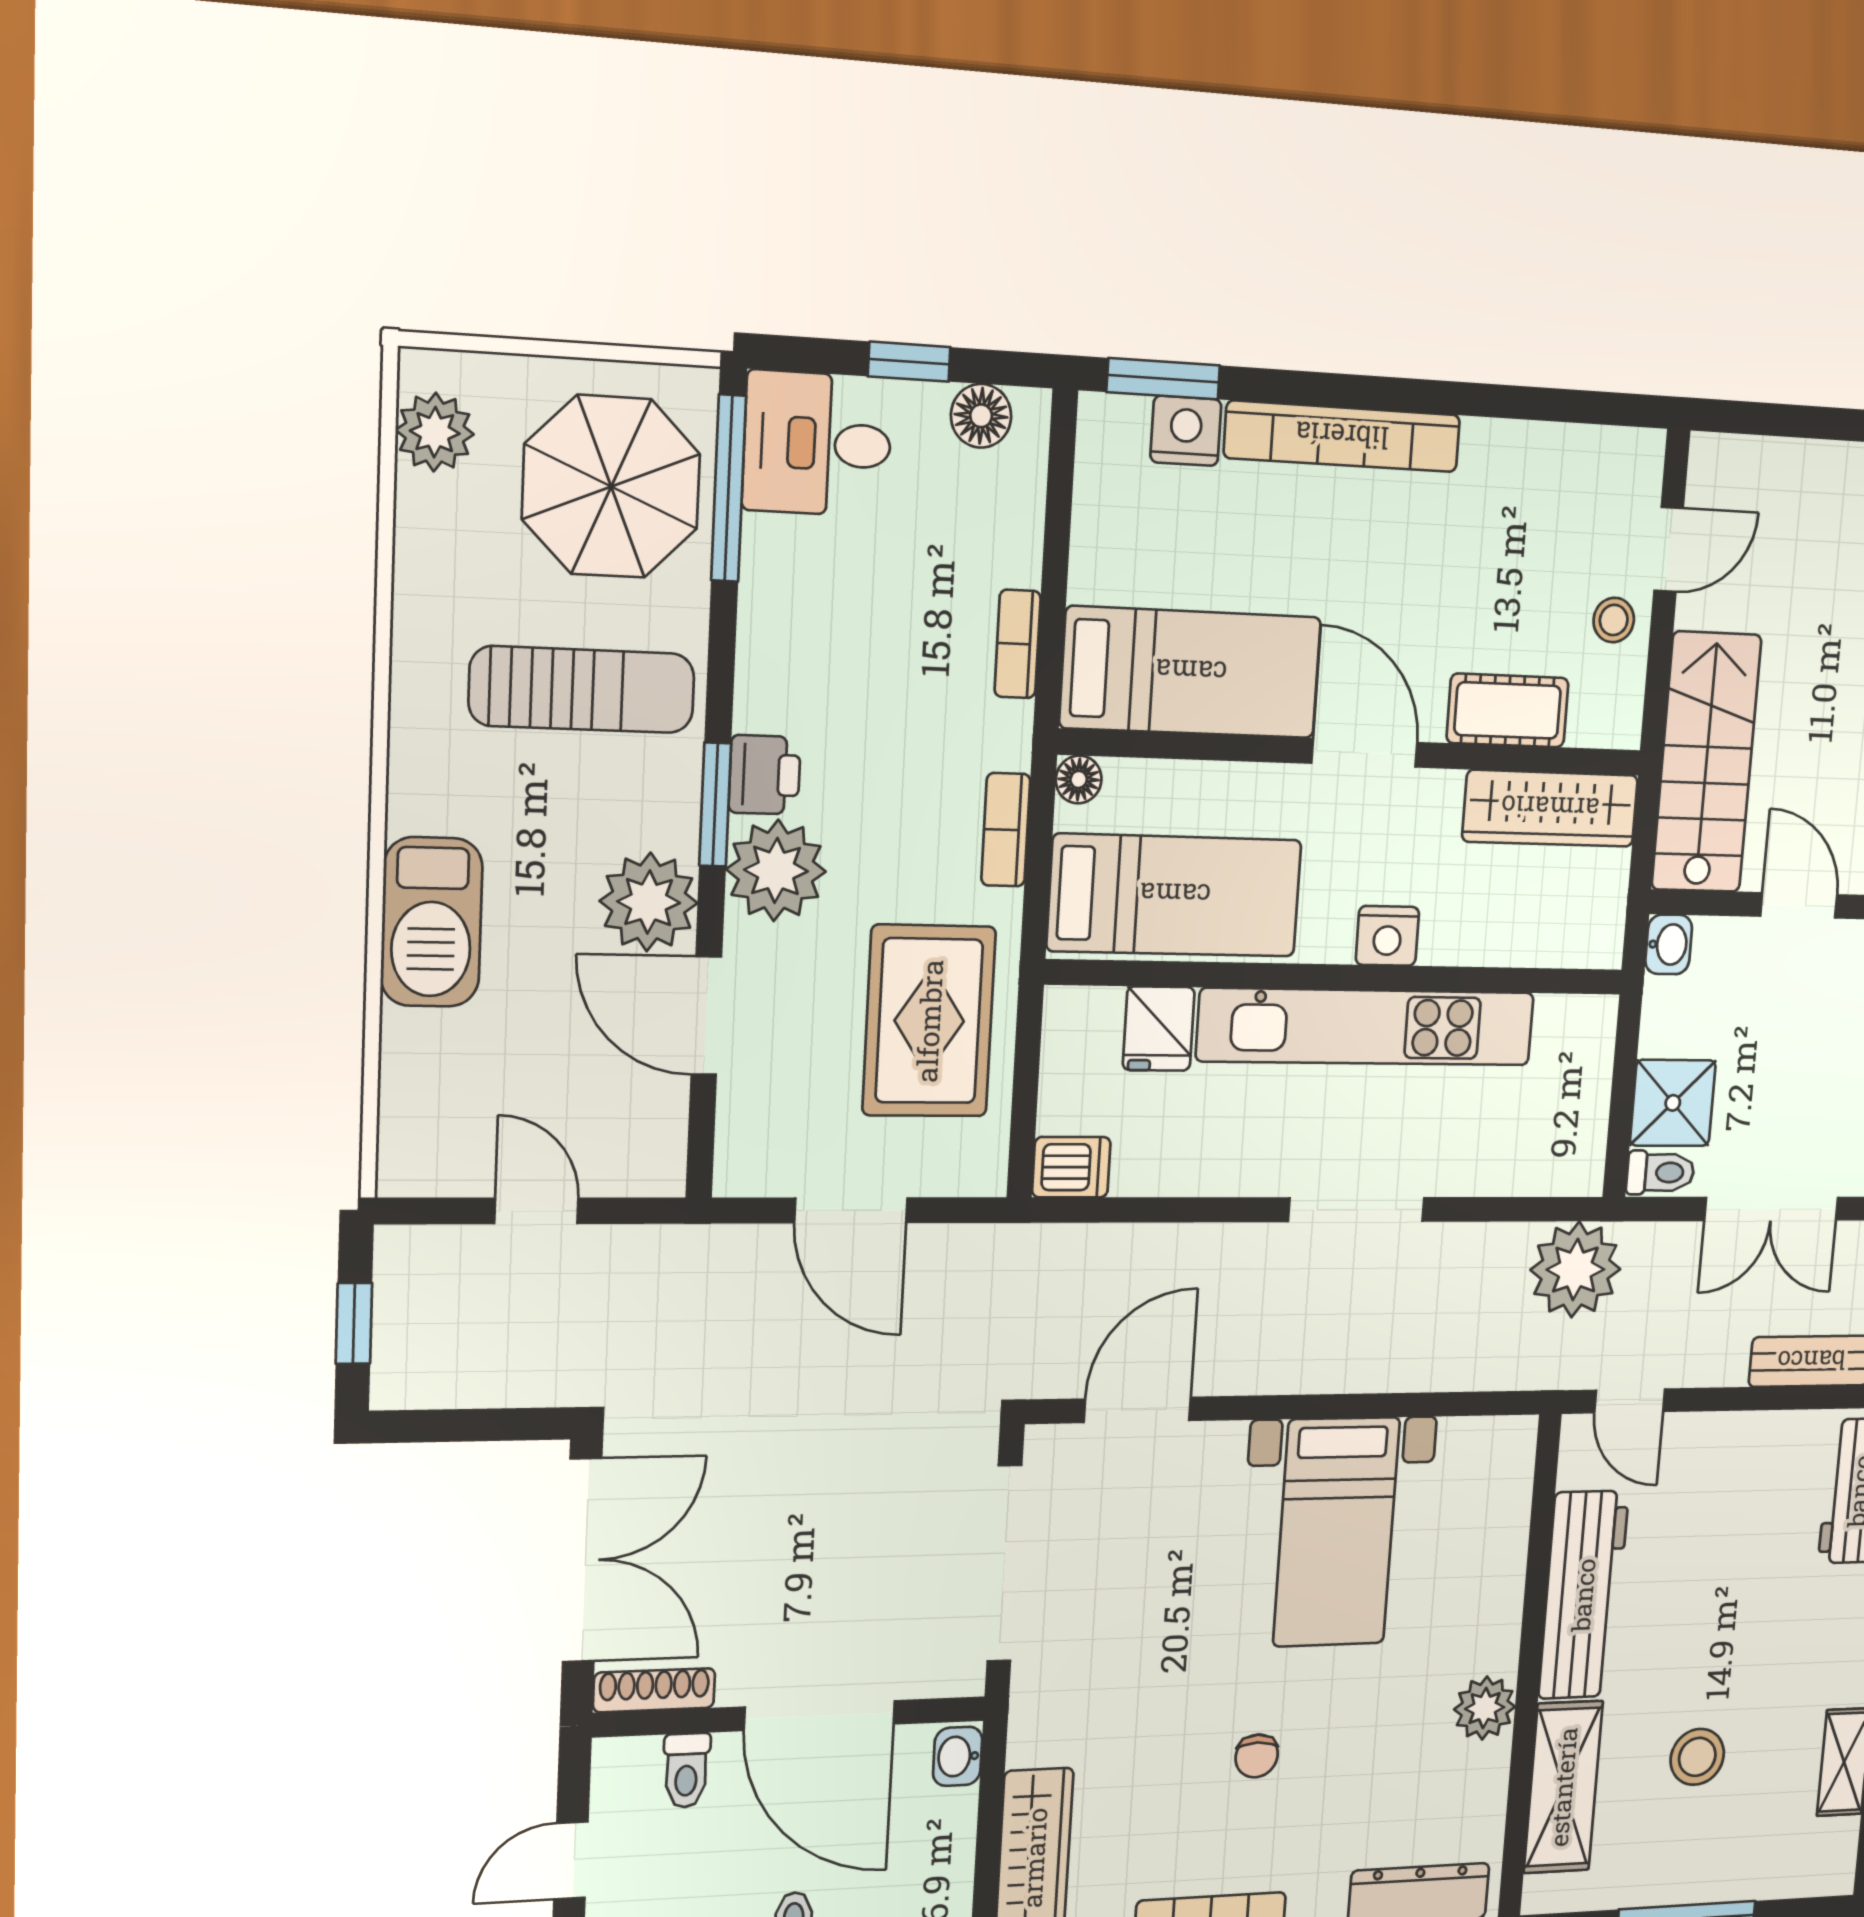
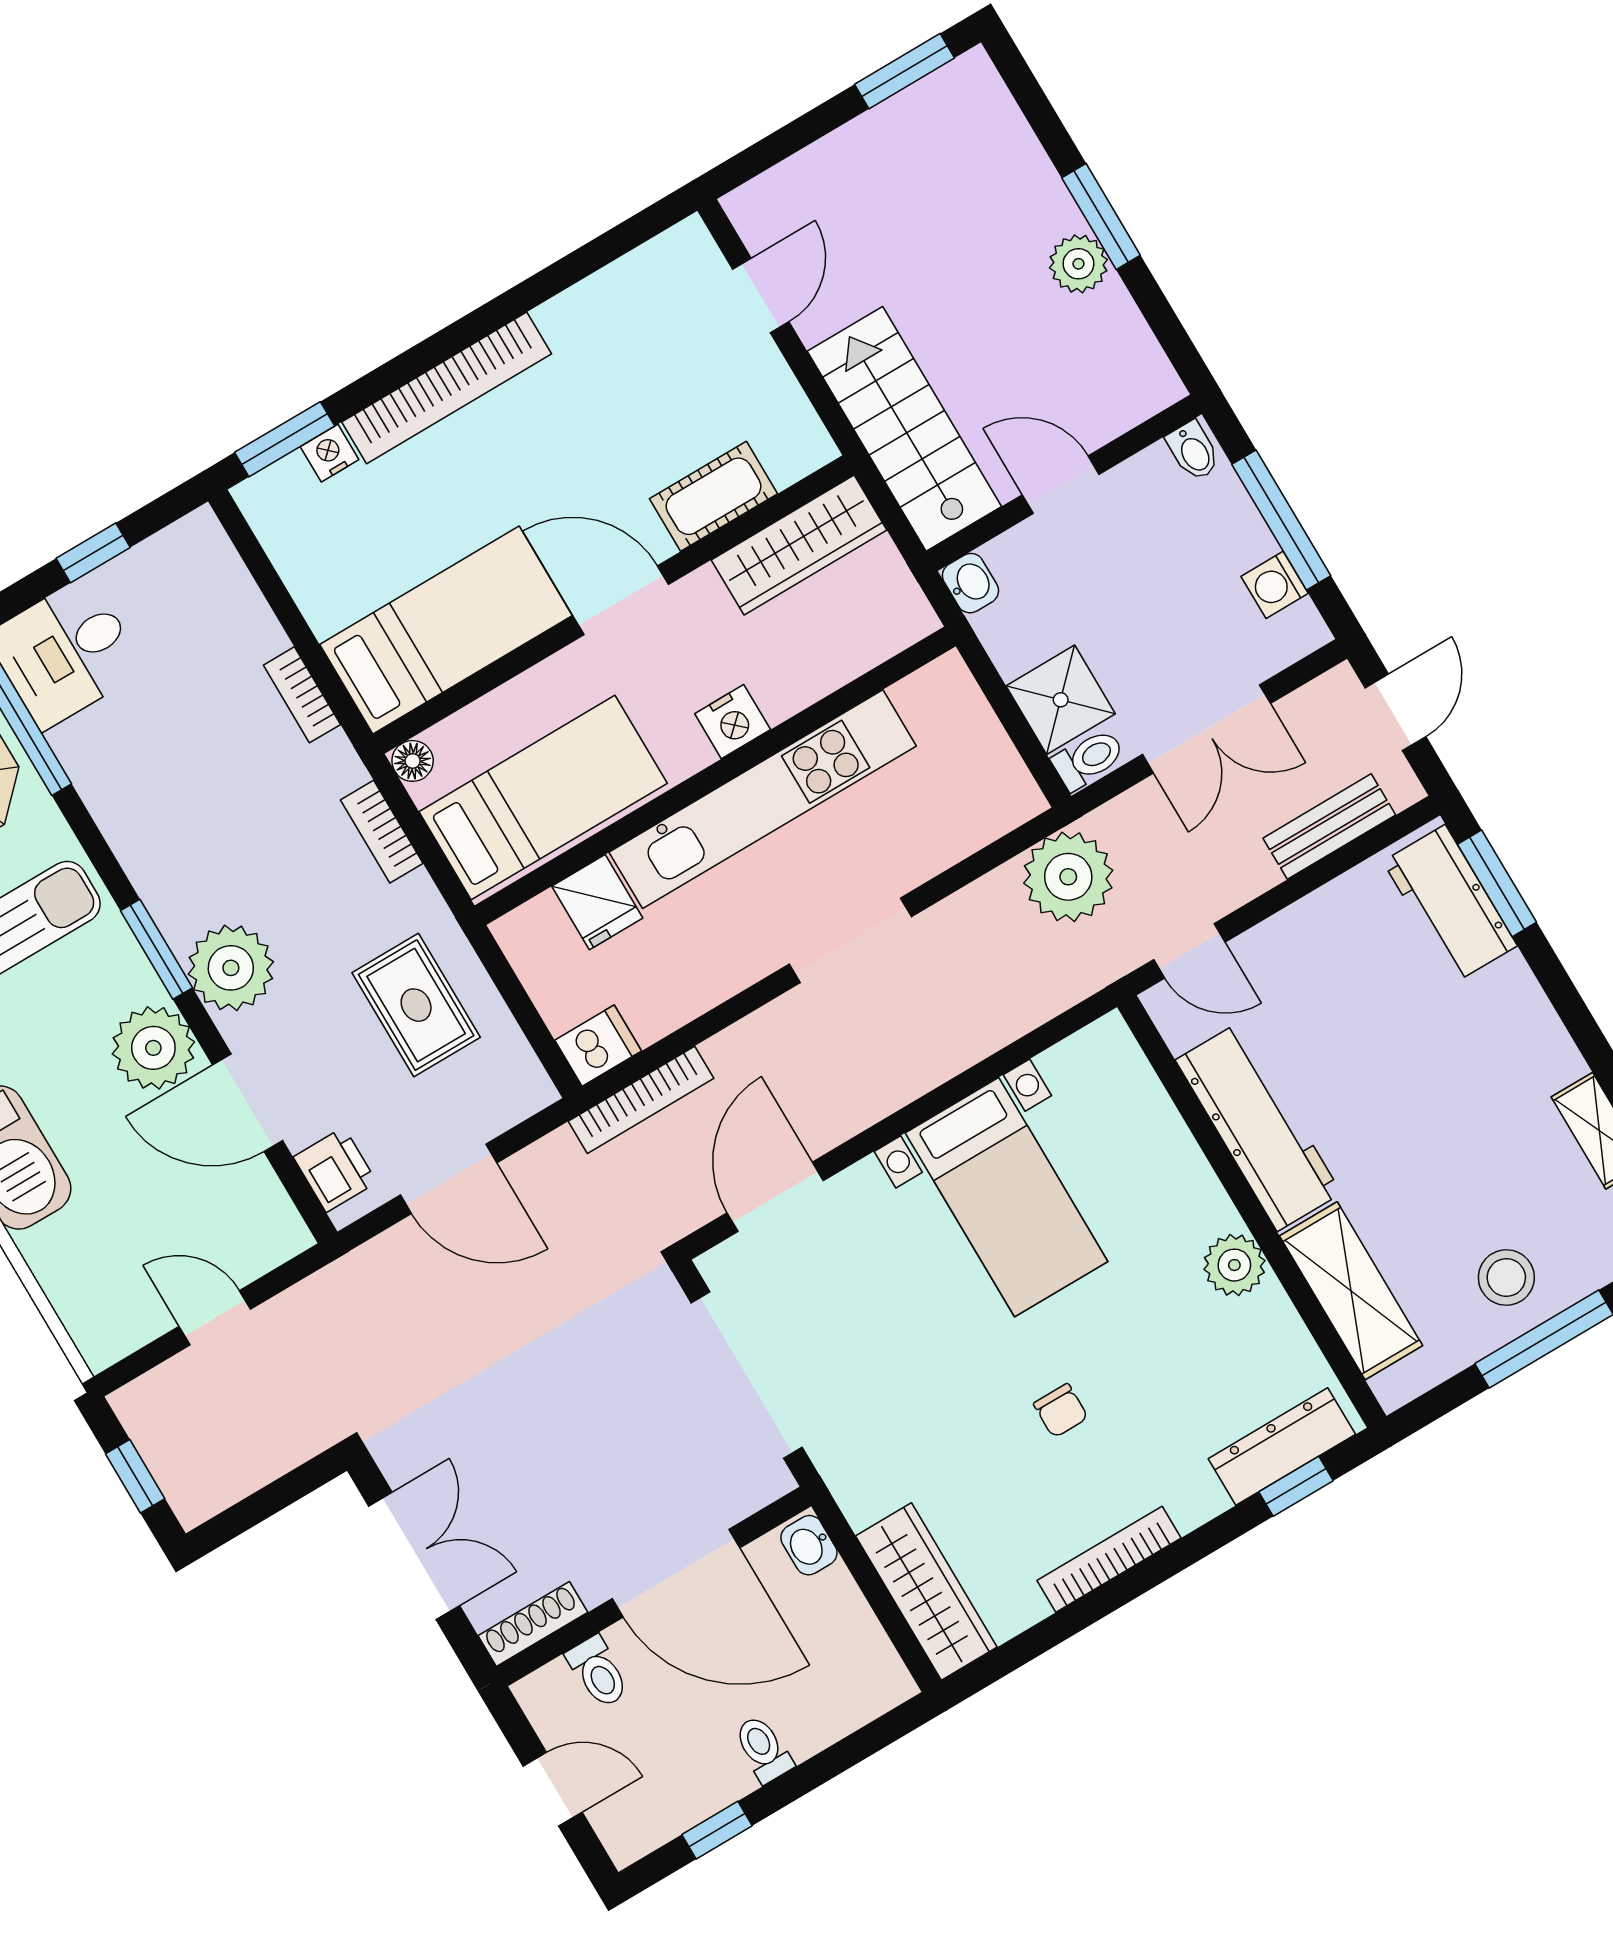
floor lamp: (981, 416) -> (169, 555), removed
nightstand: (1186, 431) -> (330, 453), width x0.72, depth x0.74
stool: (1614, 620) -> (753, 375), removed
printer: (765, 775) -> (335, 1170), moved
rug: (929, 1021) -> (416, 1005), width x0.73, depth x0.70
bookcase: (1077, 1244) -> (641, 1100), added
double door: (582, 1560) -> (414, 1556), width x0.73
stool: (1697, 1757) -> (1506, 1277), moved
door: (571, 1860) -> (553, 1789), swing flipped

